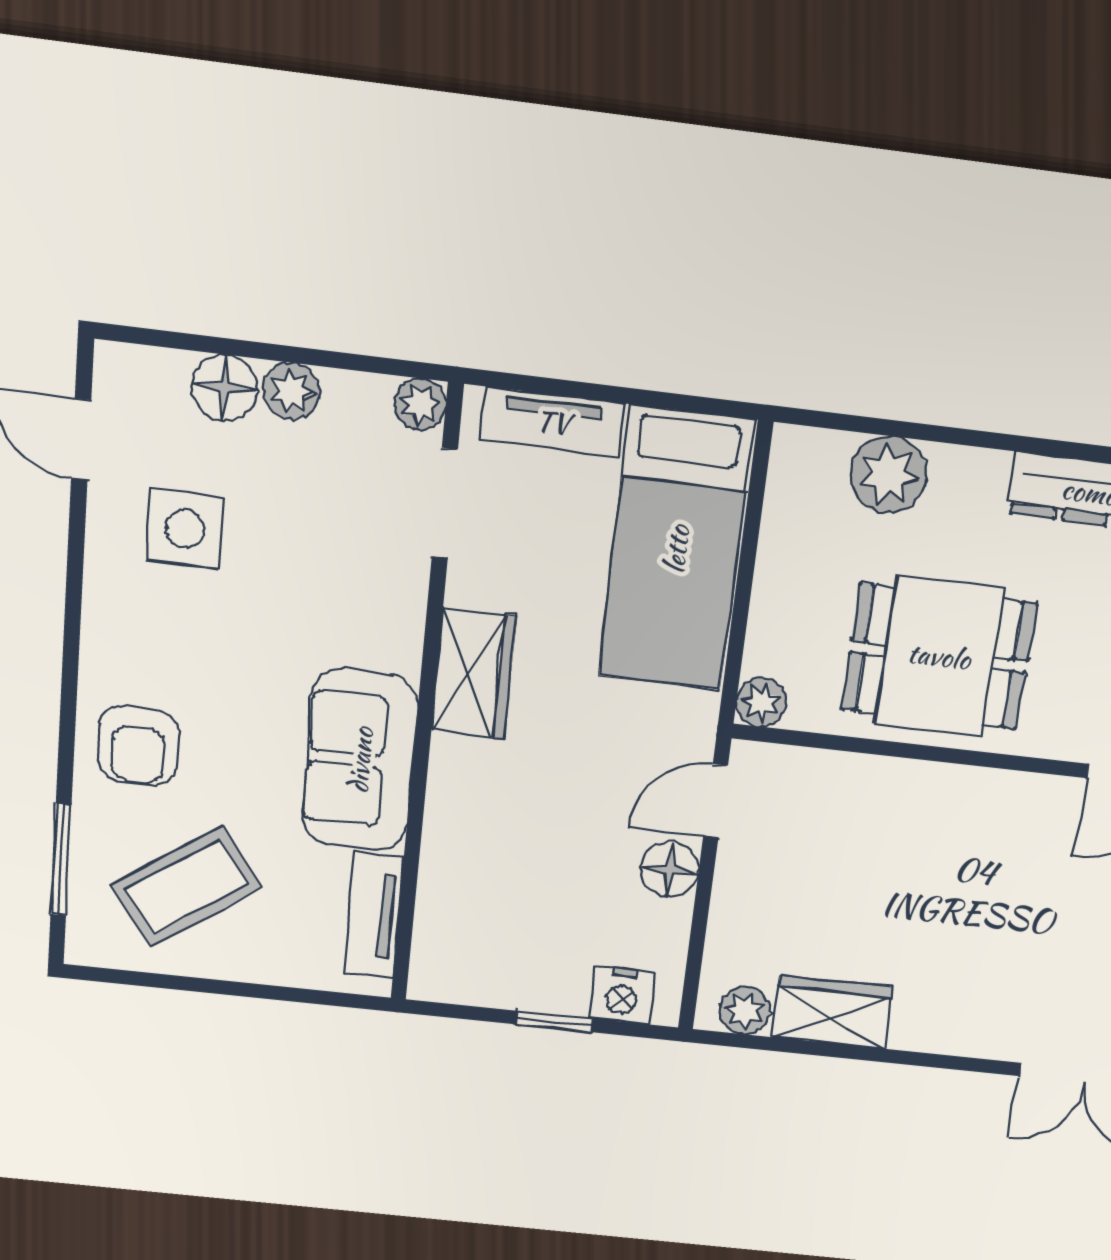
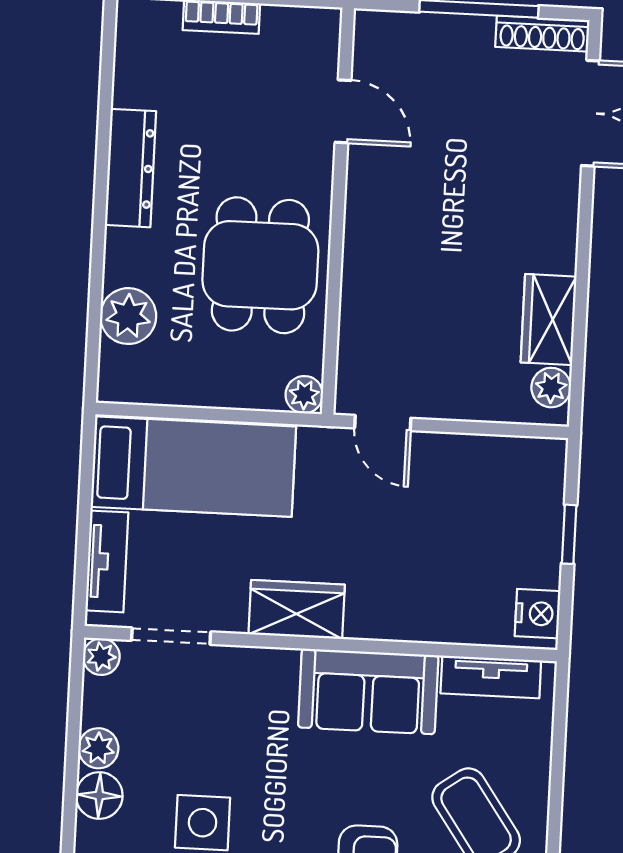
floor lamp: (670, 869) -> (440, 454), removed
nightstand: (622, 995) -> (538, 614), moved

